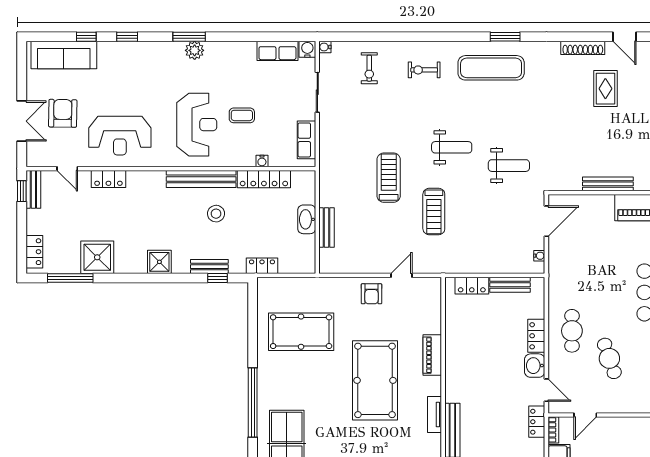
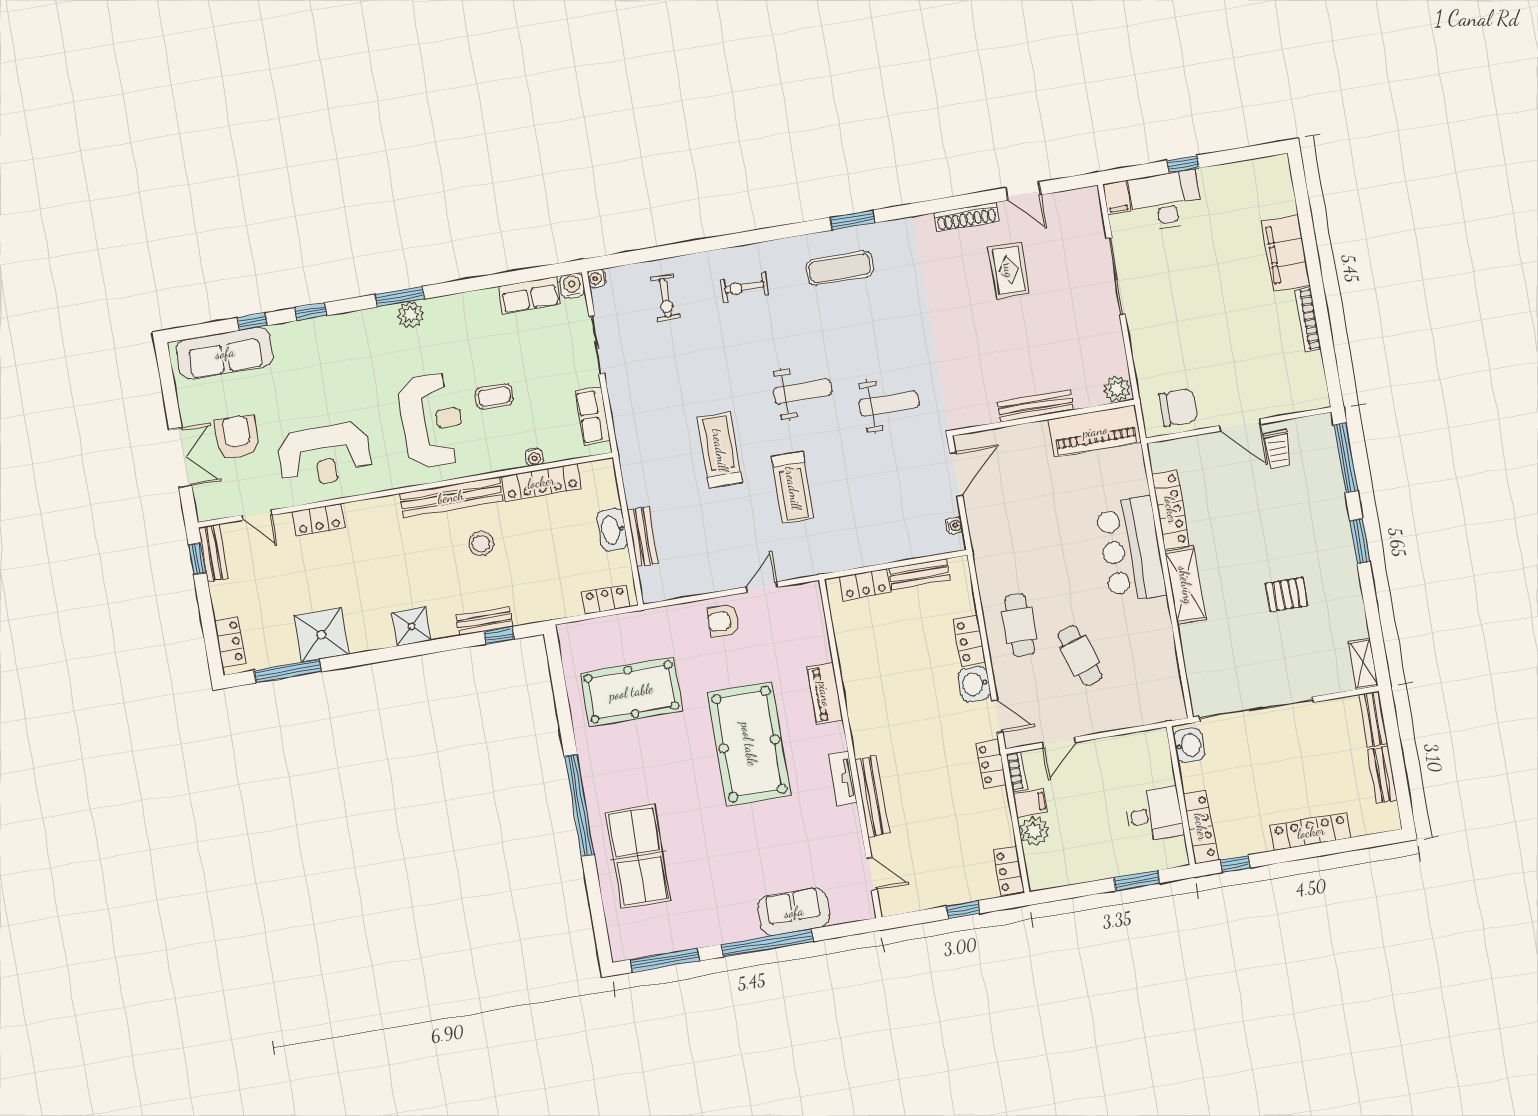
exercise mat: (491, 68) -> (840, 268), width x0.73, depth x0.69
locker: (262, 266) -> (606, 599), moved
armchair: (371, 294) -> (723, 621), turned 90

